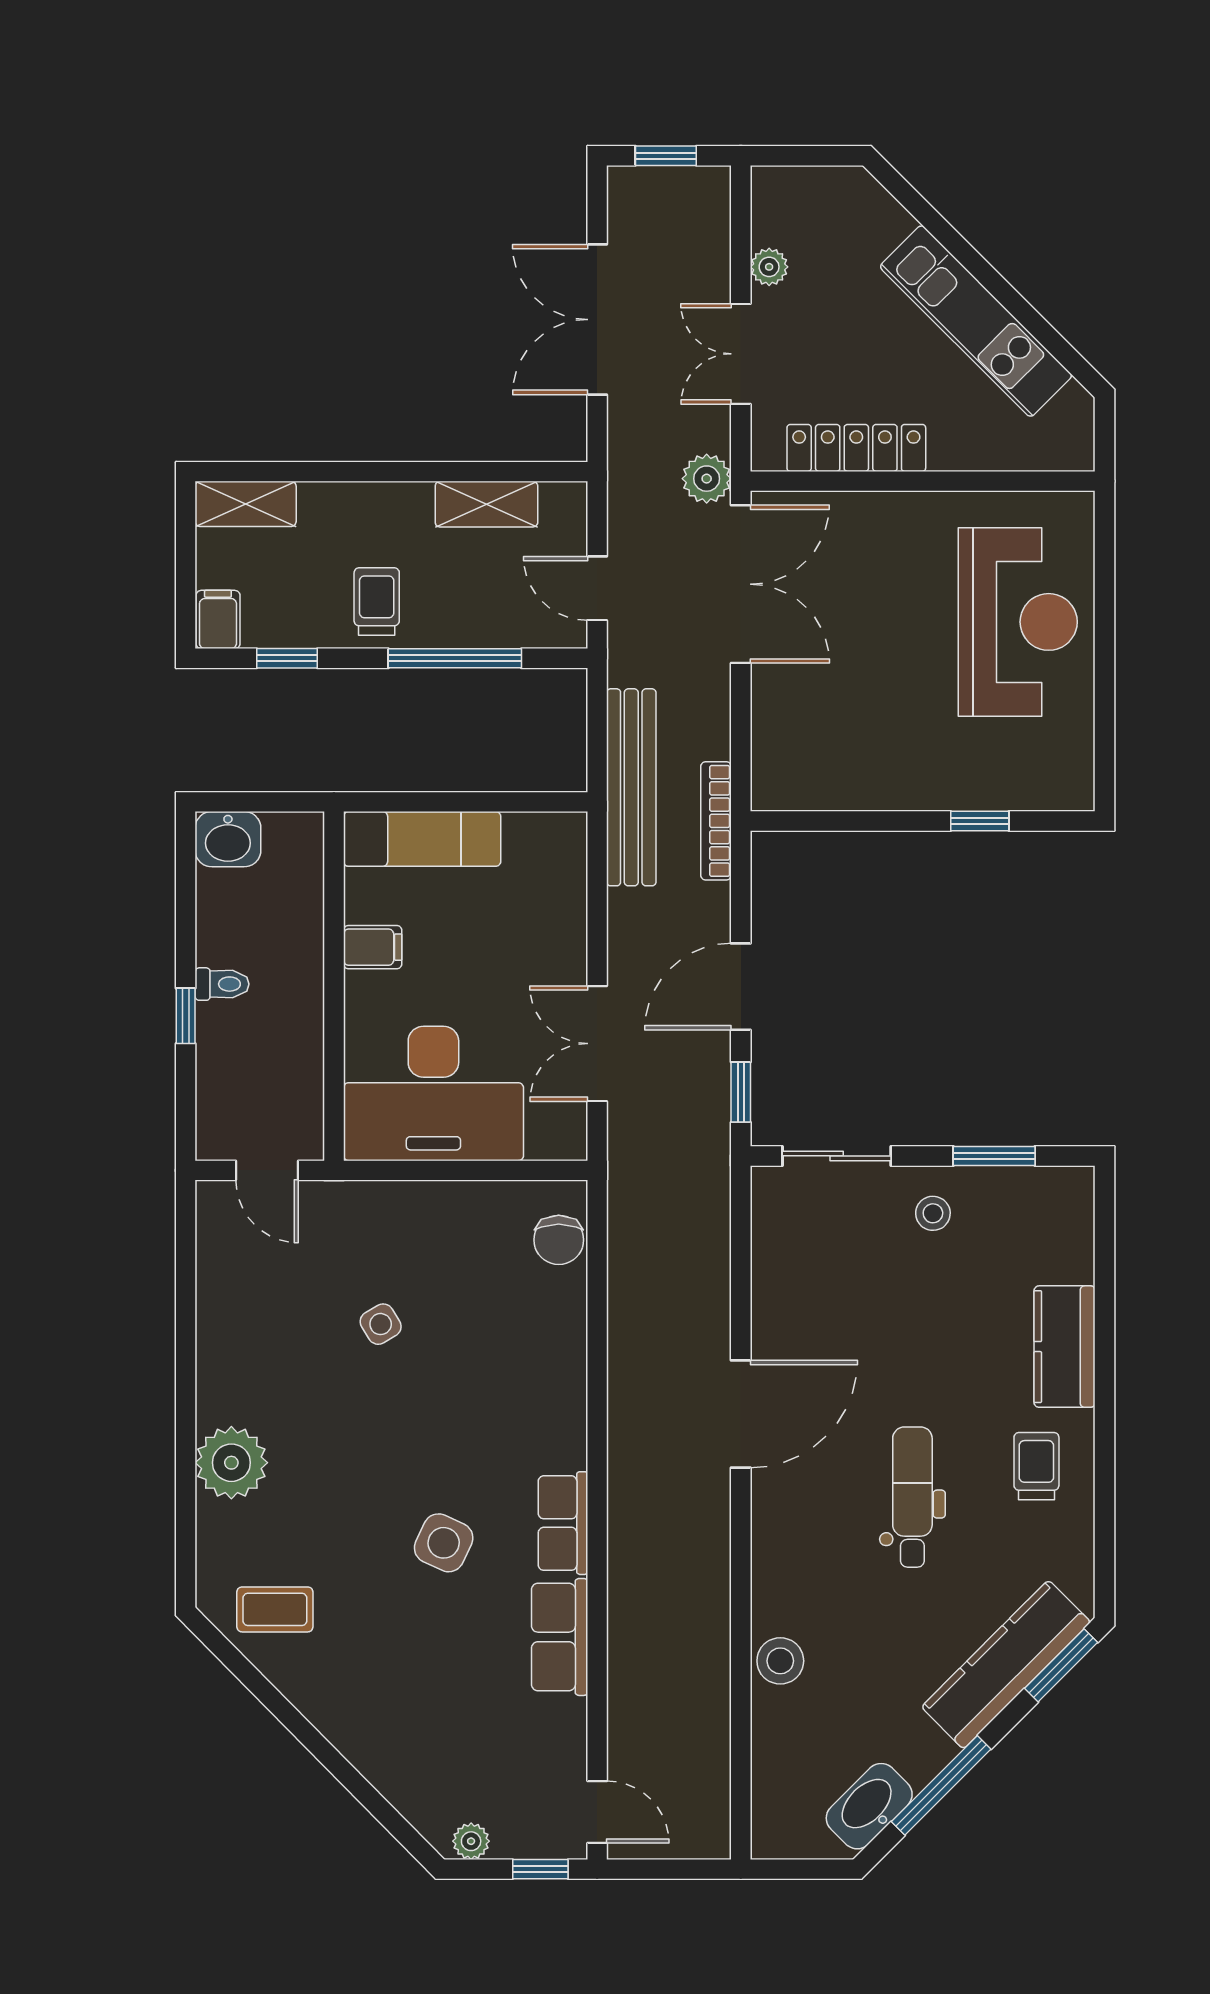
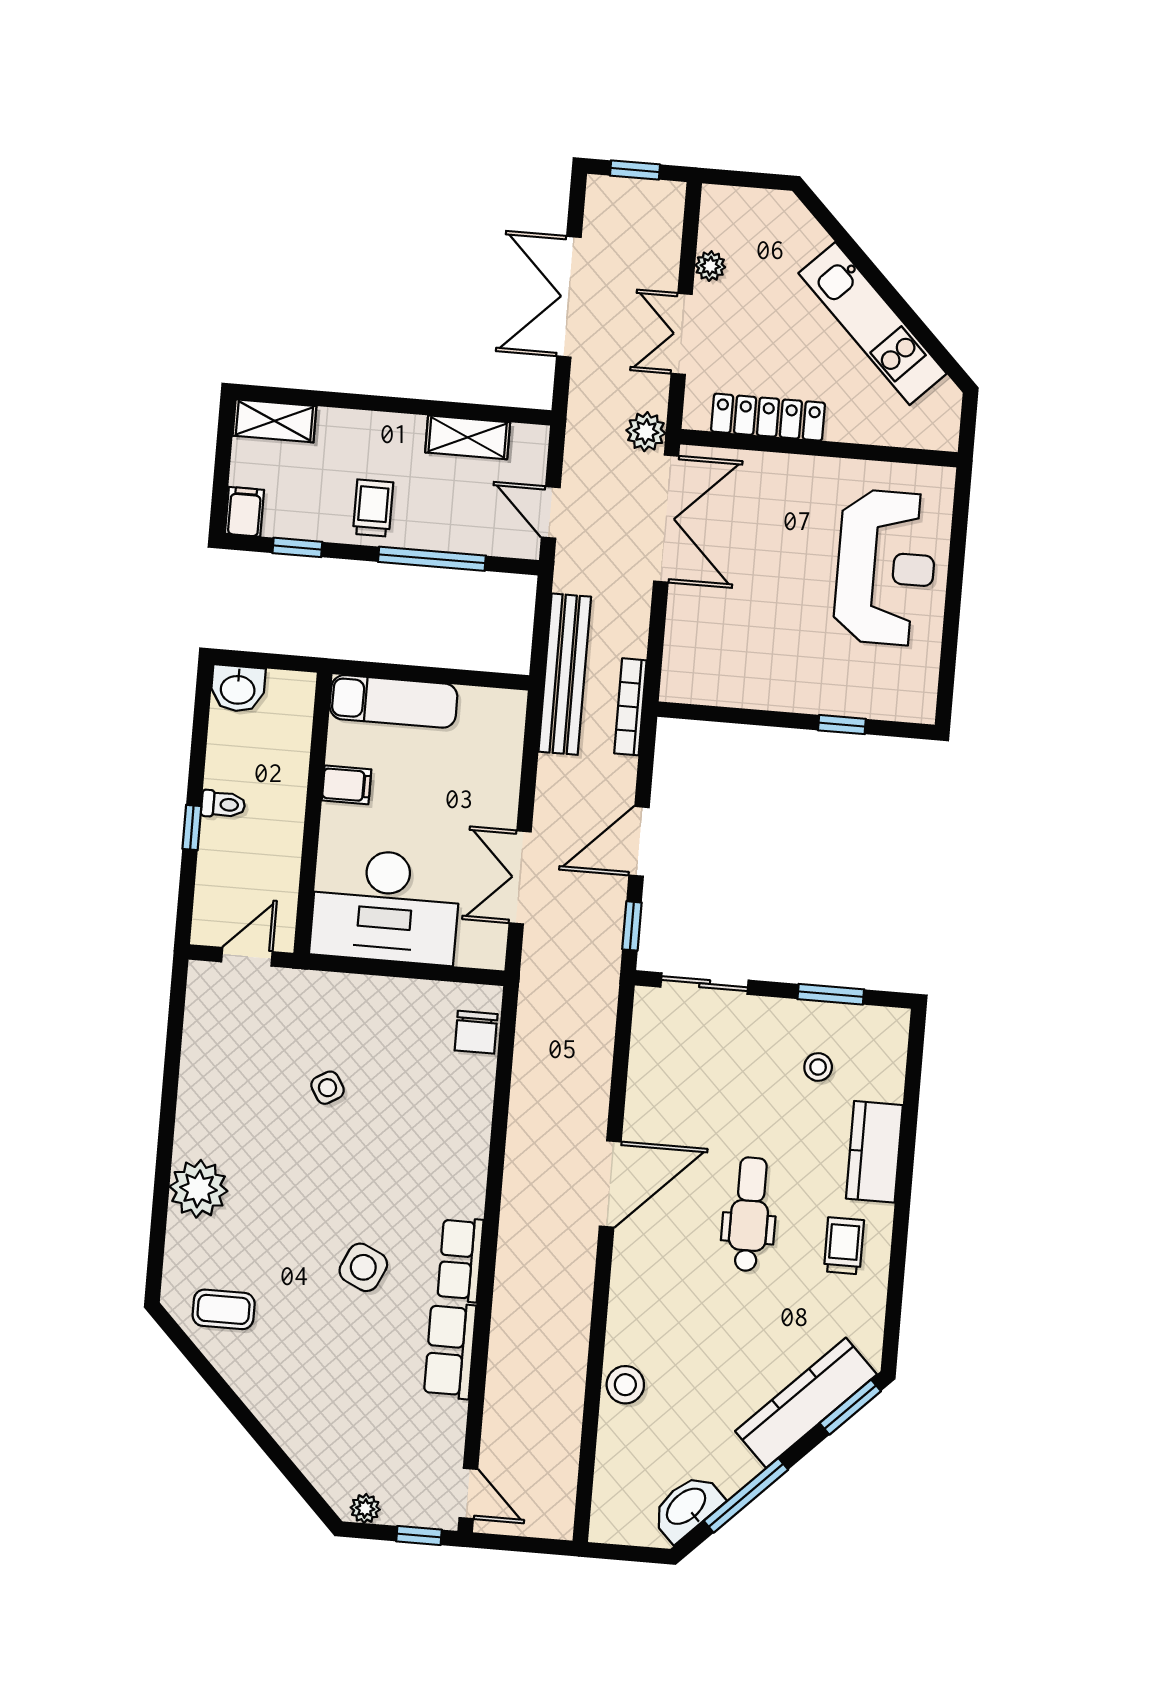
door: (267, 1170) -> (247, 957), swing flipped
stool: (933, 1213) -> (818, 1067), moved
dental chair: (912, 1497) -> (749, 1214), moved

